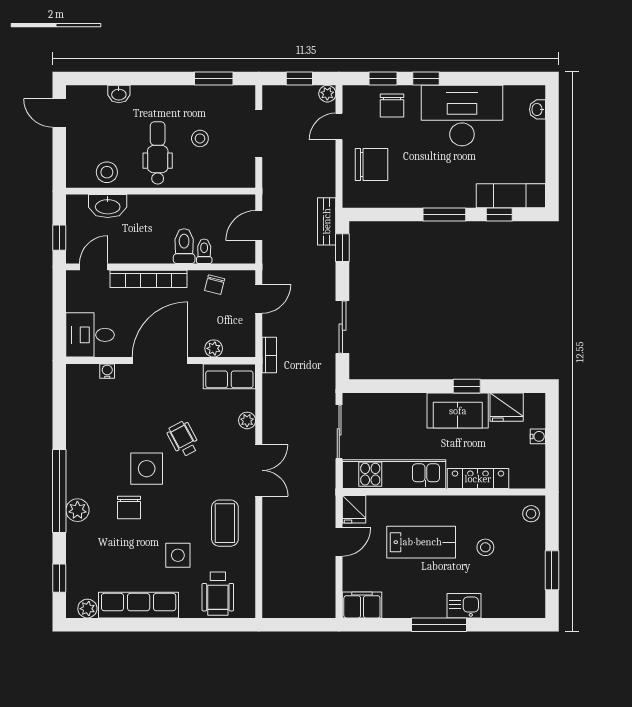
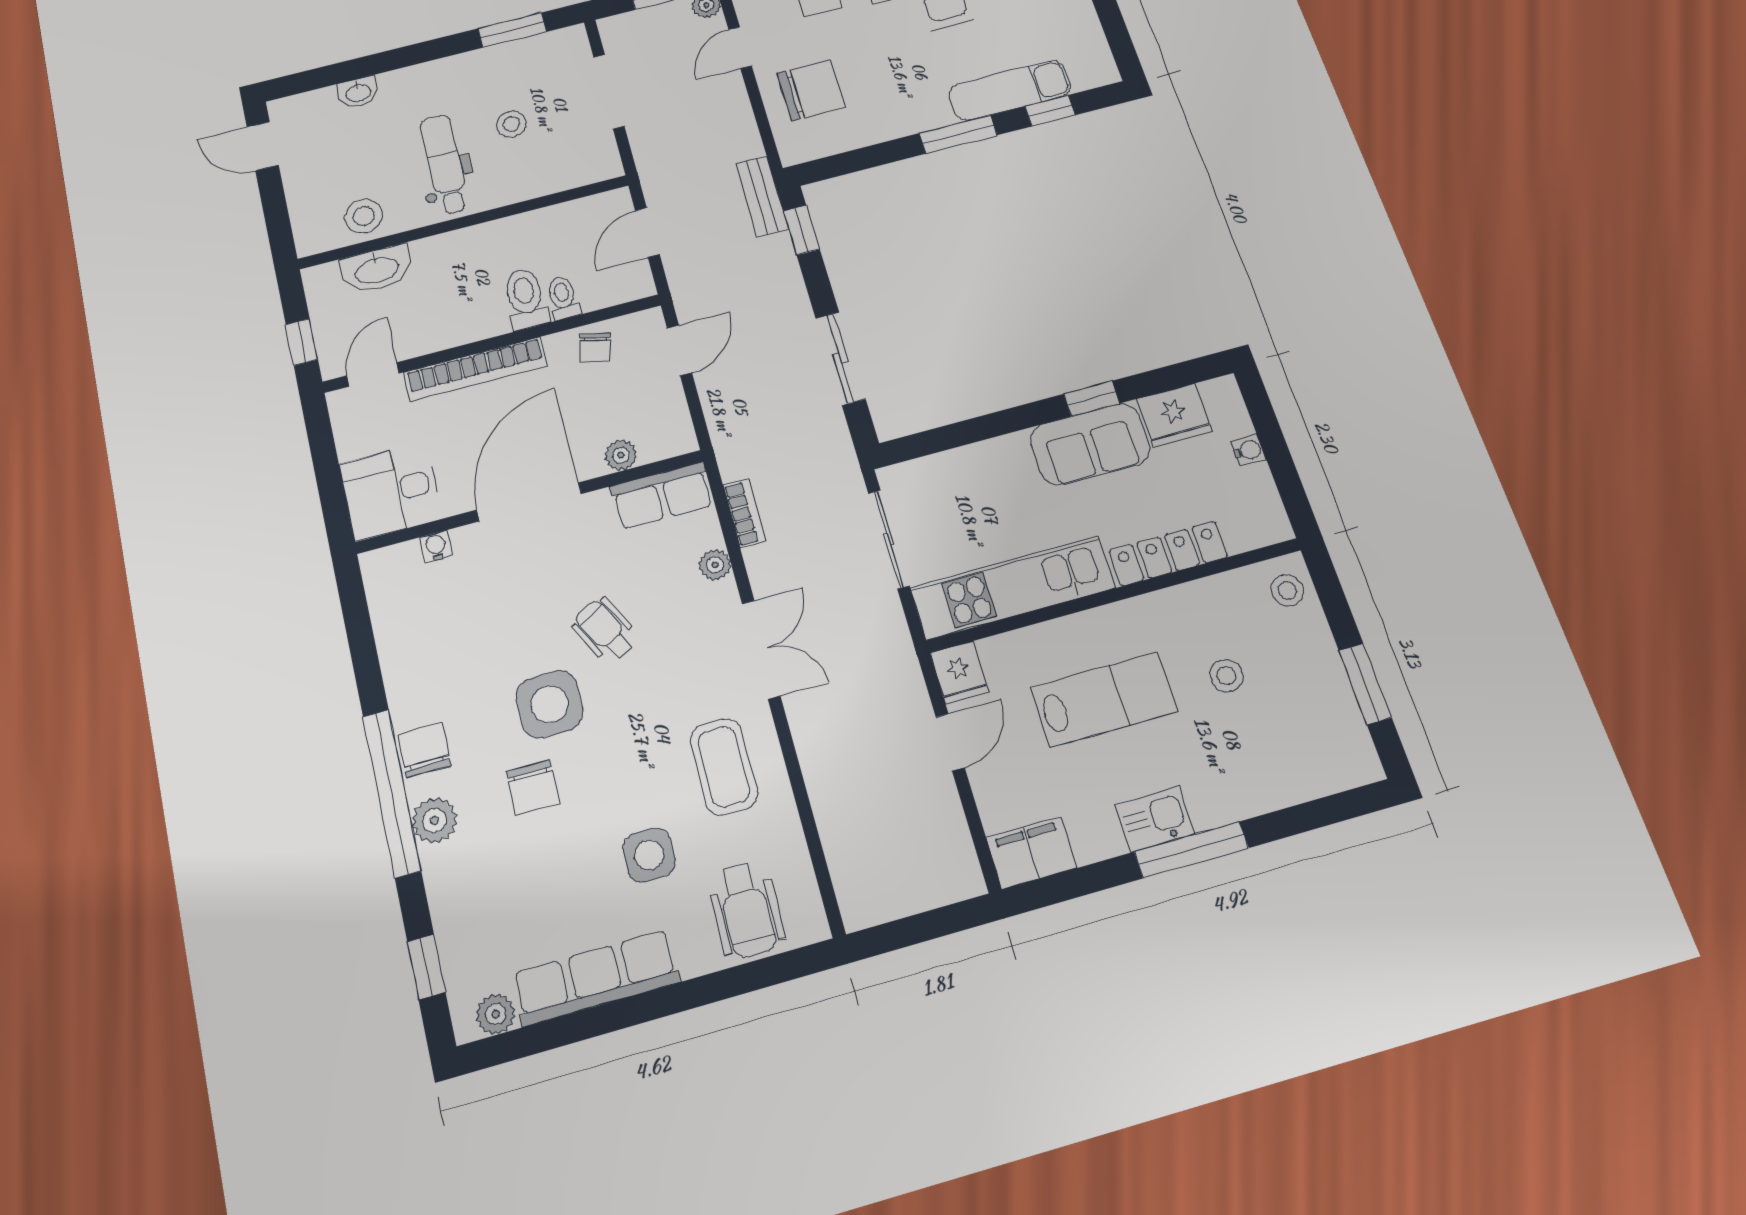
exam couch: (511, 196) -> (1010, 90), moved
bookcase: (269, 355) -> (744, 513), moved
chair: (80, 474) -> (424, 750), added
kitchen sink: (464, 606) -> (1155, 819), moved

